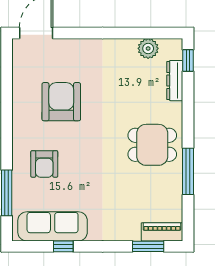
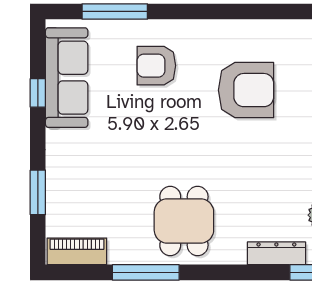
piano: (162, 232) -> (77, 251), moved, turned -90
window: (148, 246) -> (38, 192), moved

